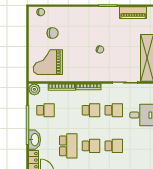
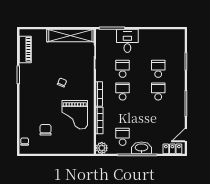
grand piano: (48, 62) -> (75, 115), moved
washbasin: (34, 140) -> (141, 148), moved
school desk: (68, 146) -> (158, 114), removed

